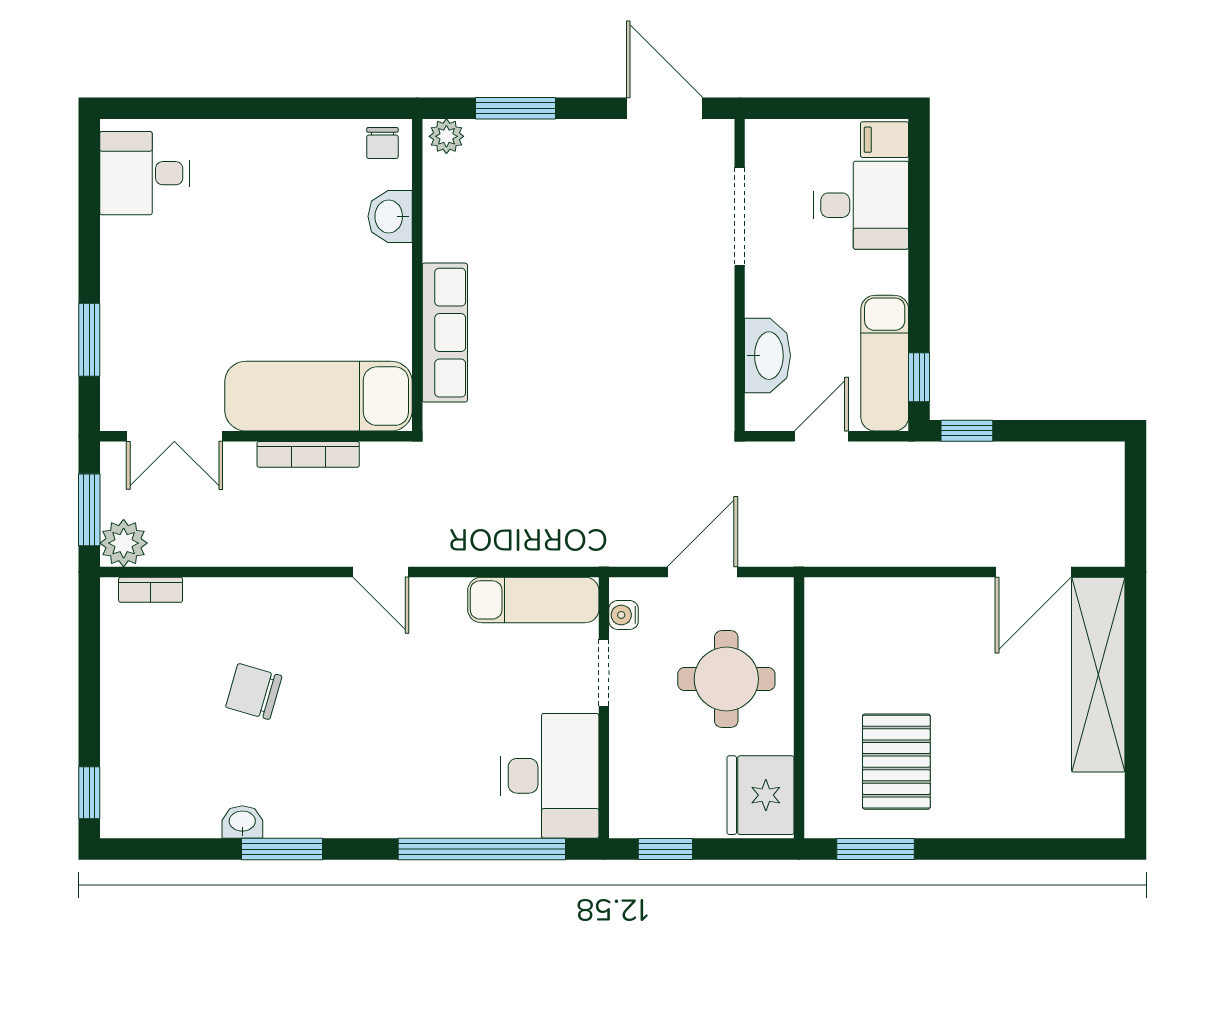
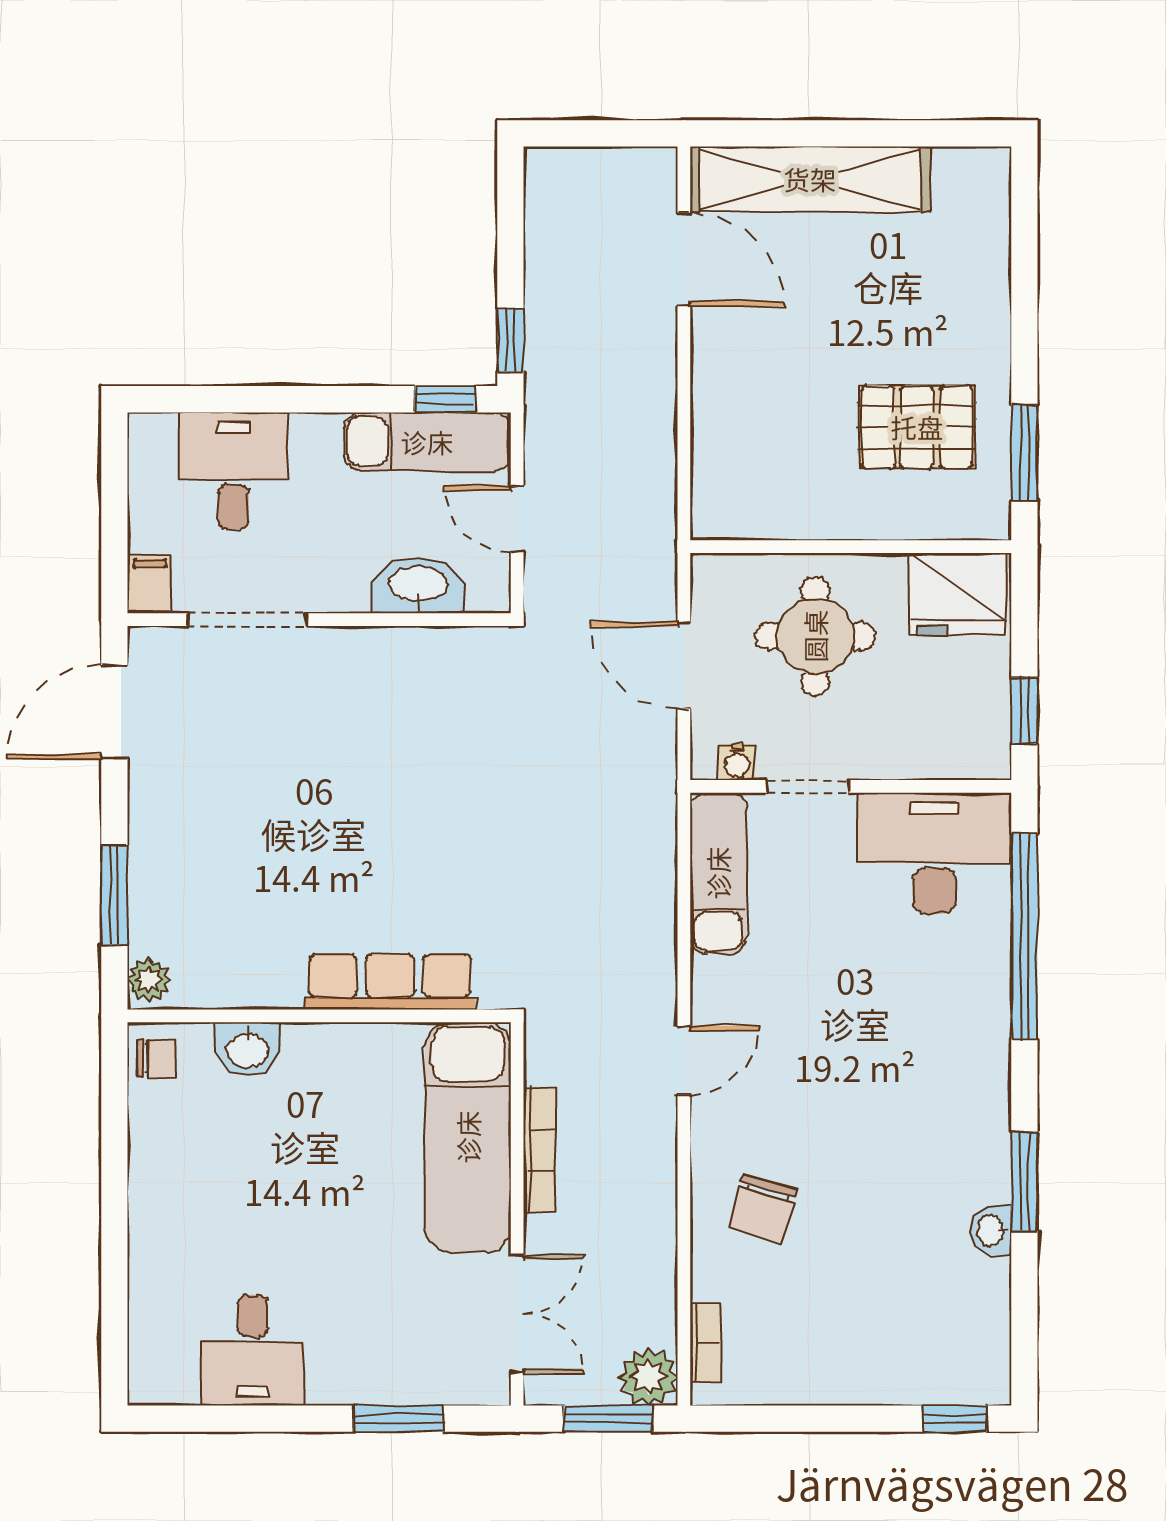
filing cabinet: (884, 140) -> (149, 584), moved, turned 180
desk: (145, 173) -> (253, 1350), moved
chair: (254, 692) -> (763, 1209), moved

